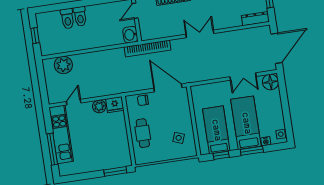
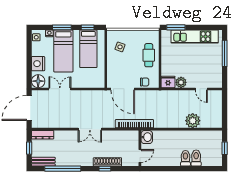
plant: (63, 65) -> (193, 121), moved
door: (74, 102) -> (201, 89), hinge flipped
nightstand: (274, 103) -> (38, 64), added
kitchen unit: (61, 134) -> (195, 37), moved, turned -90

